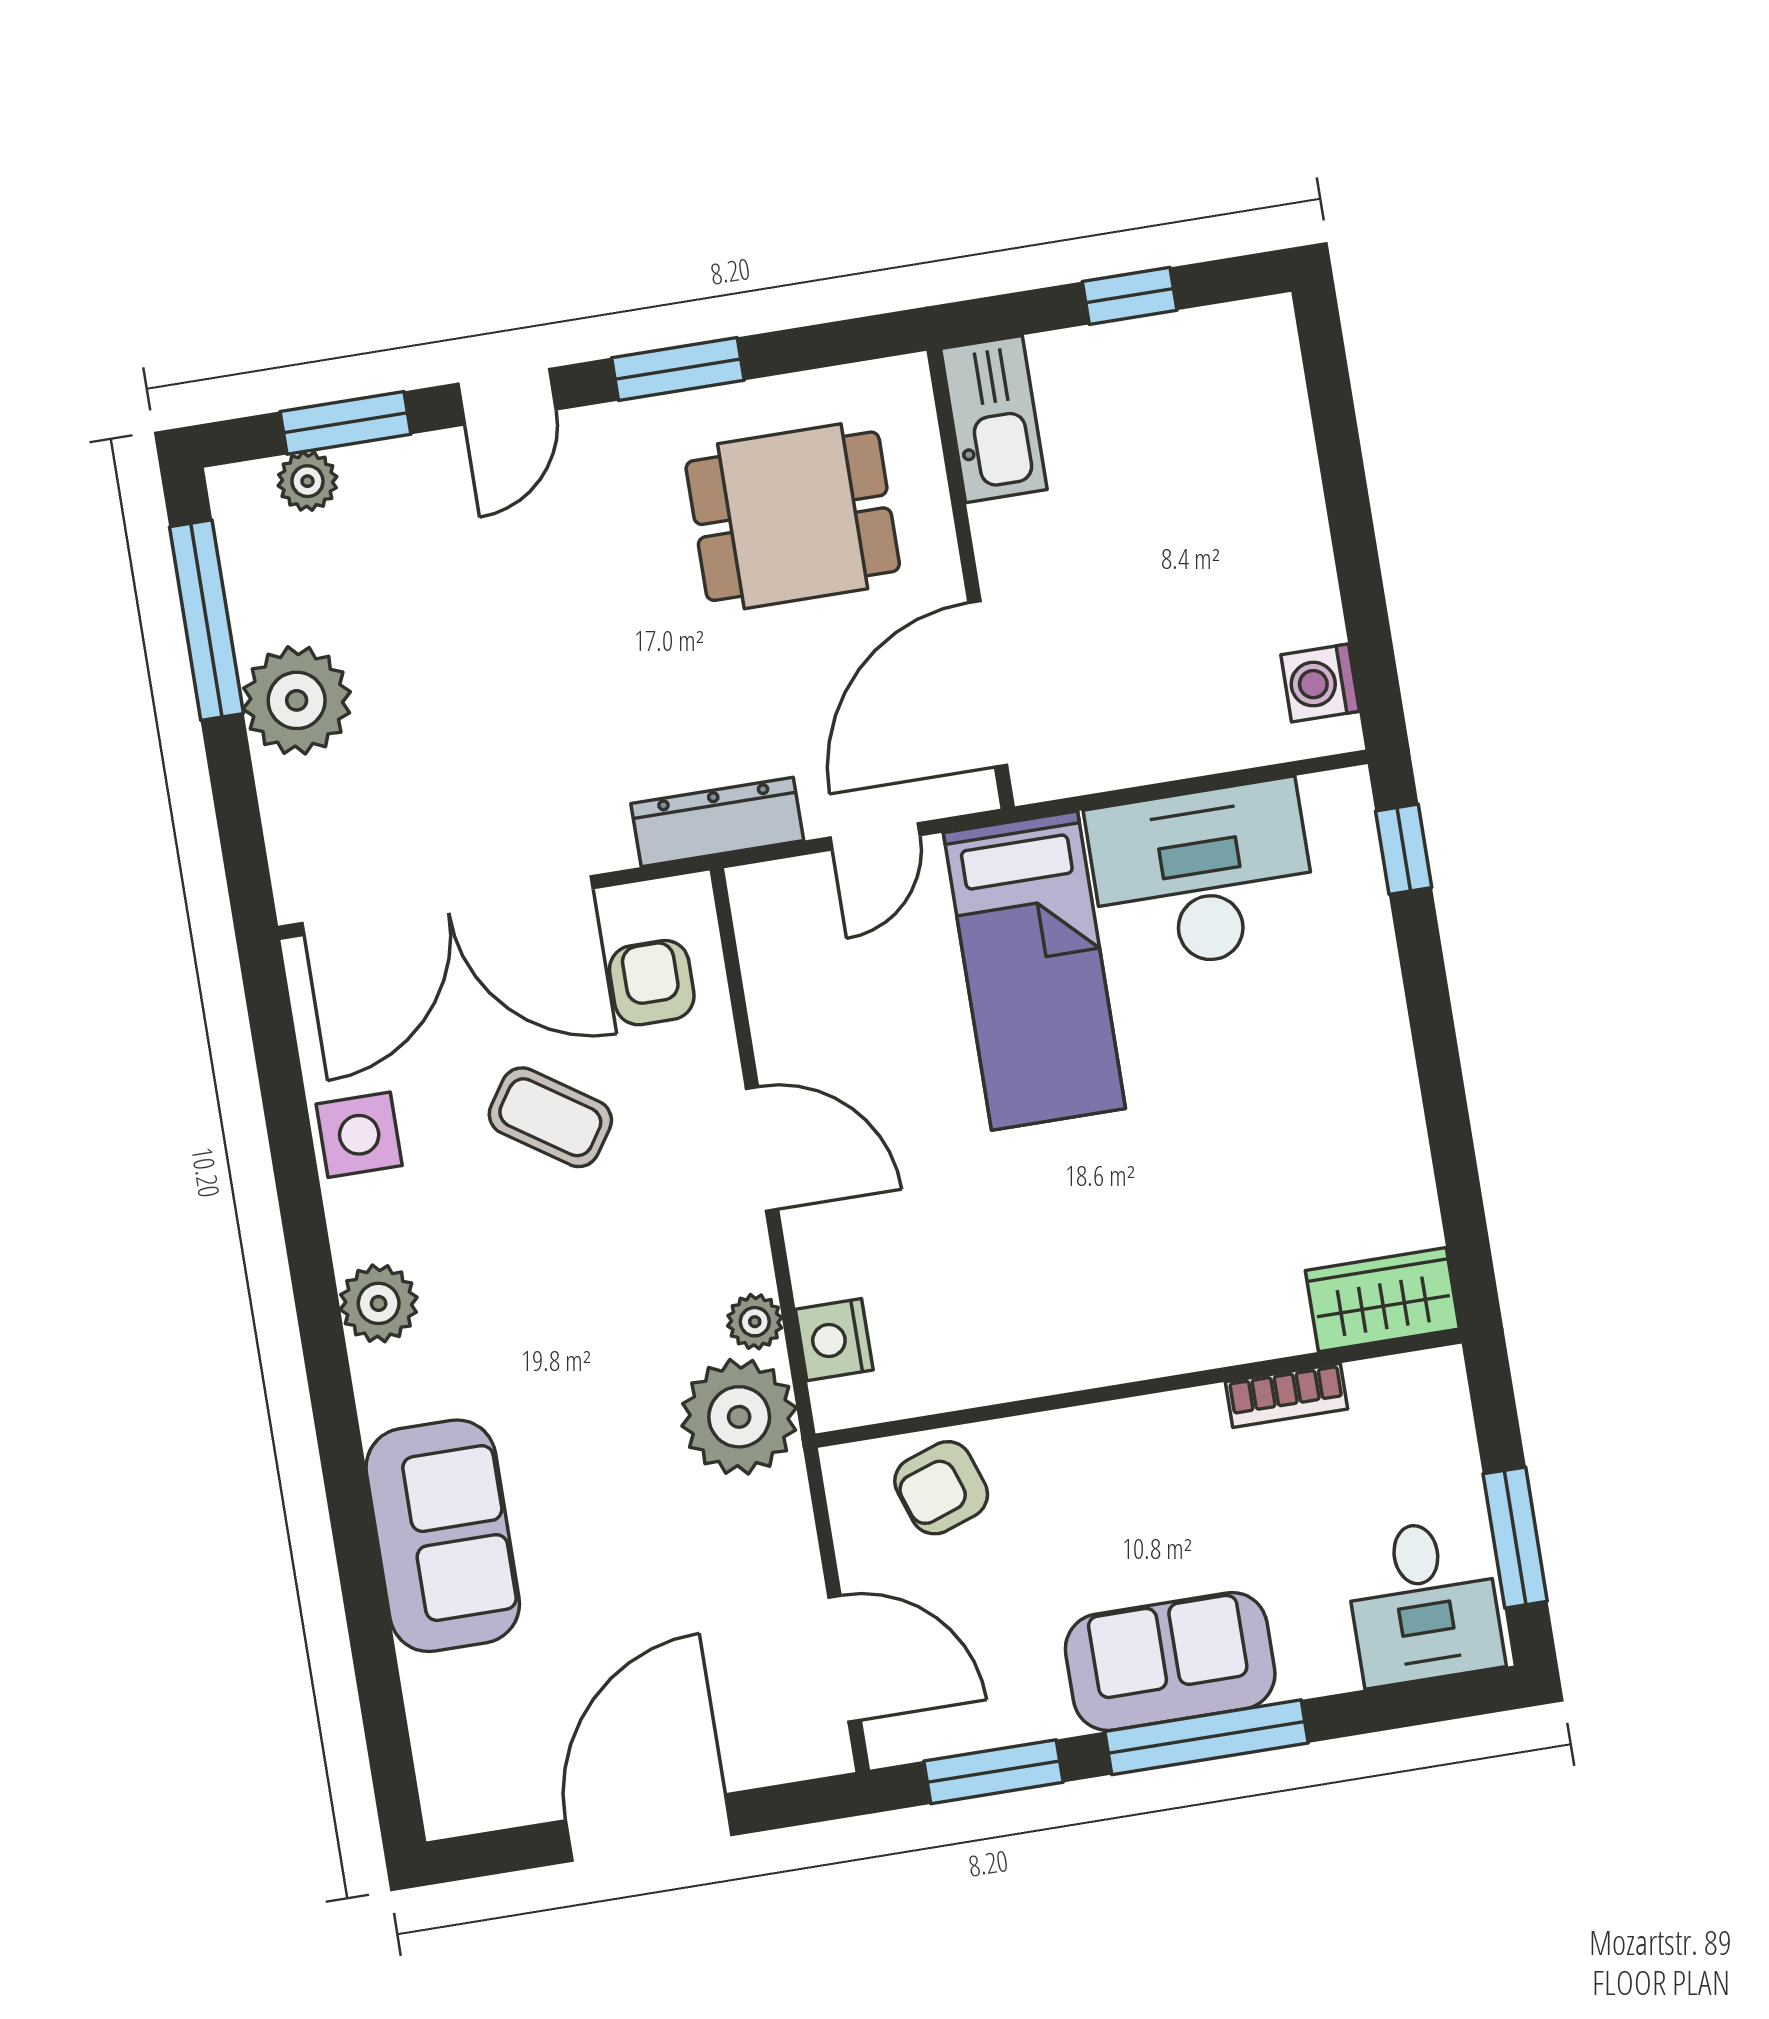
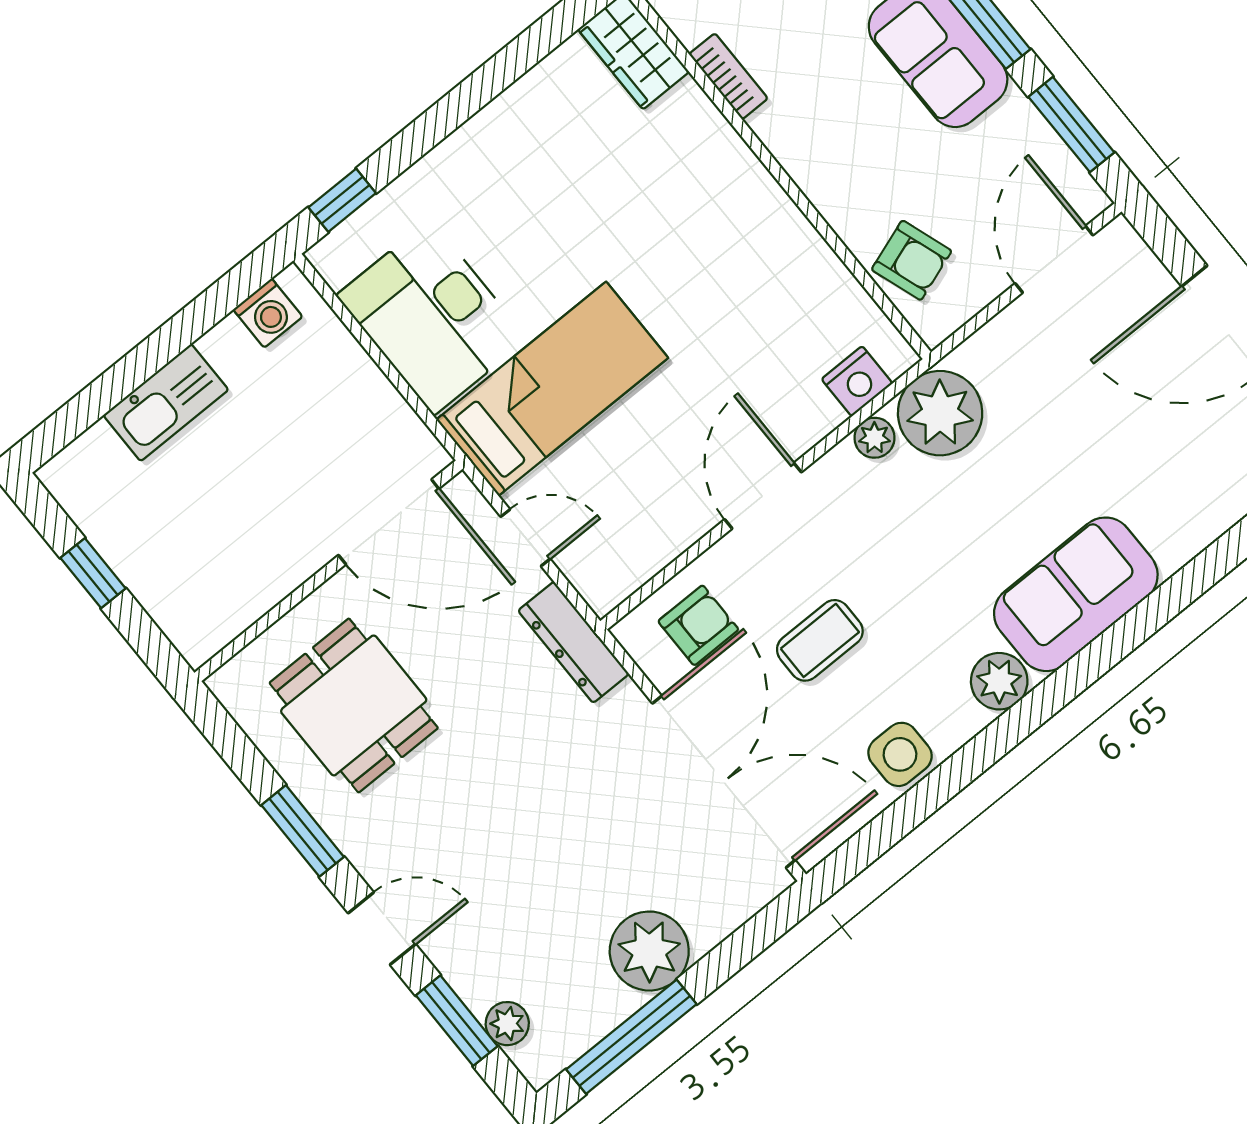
kitchen sink: (994, 419) -> (166, 403), moved, turned 180
armchair: (652, 983) -> (698, 625), turned 180
coffee table: (550, 1117) -> (820, 640), turned 56
sofa: (443, 1536) -> (1076, 594), moved

